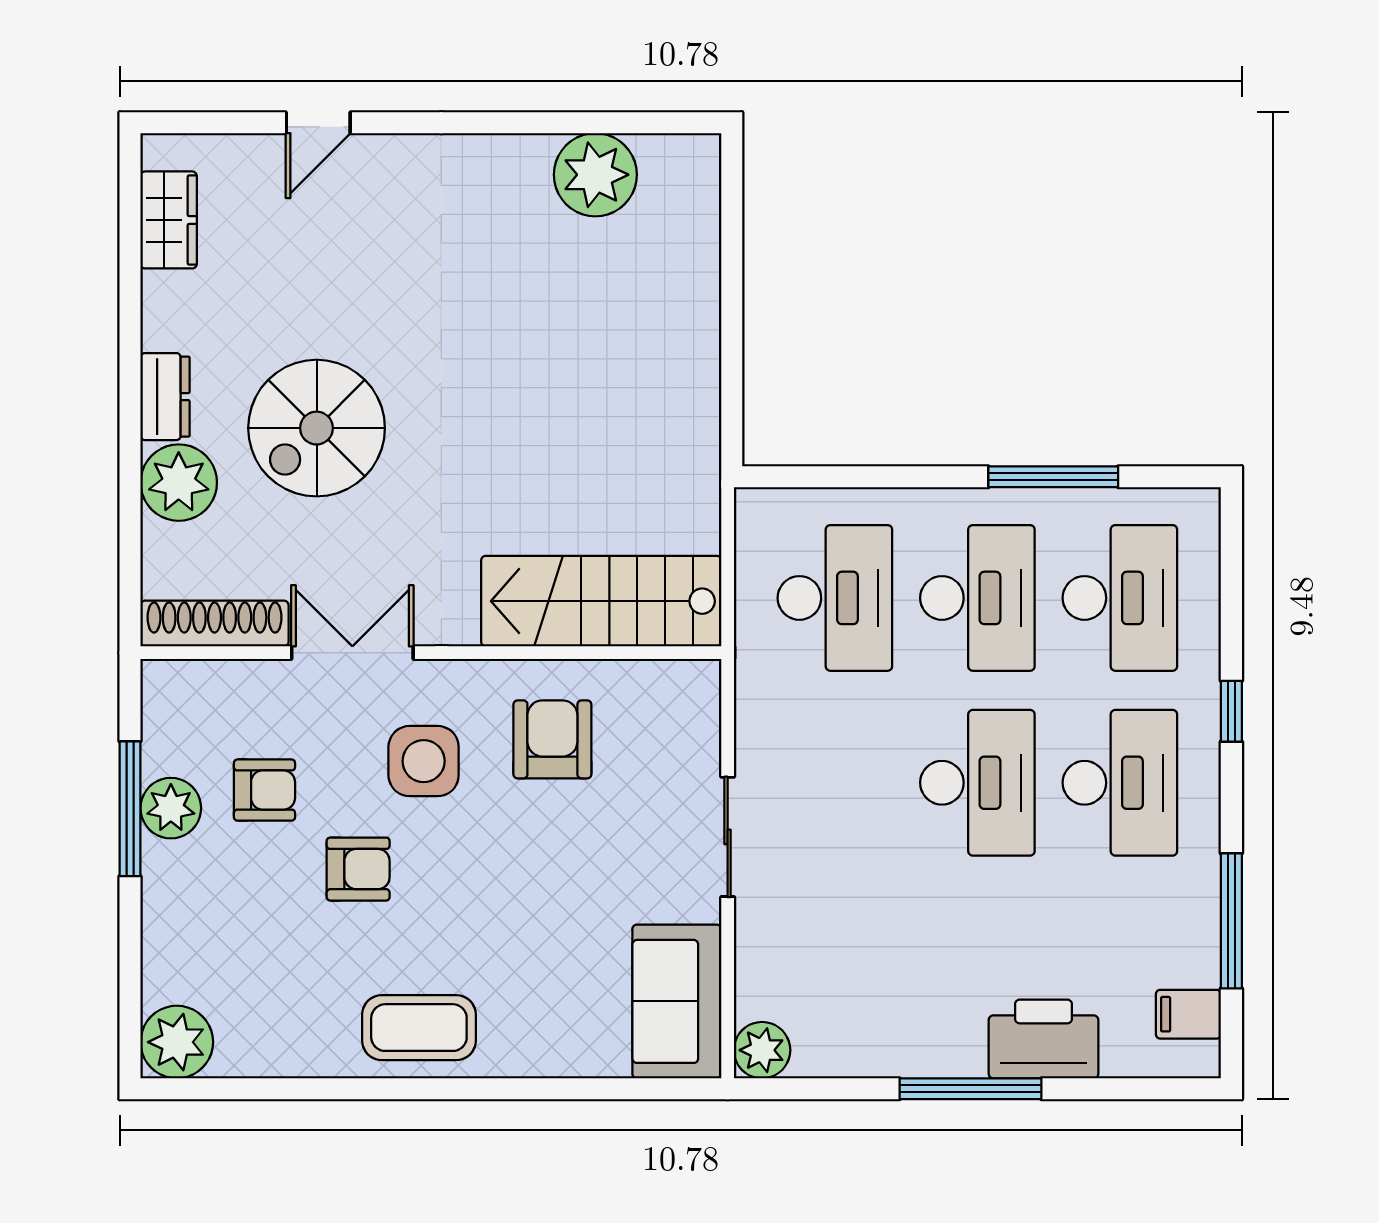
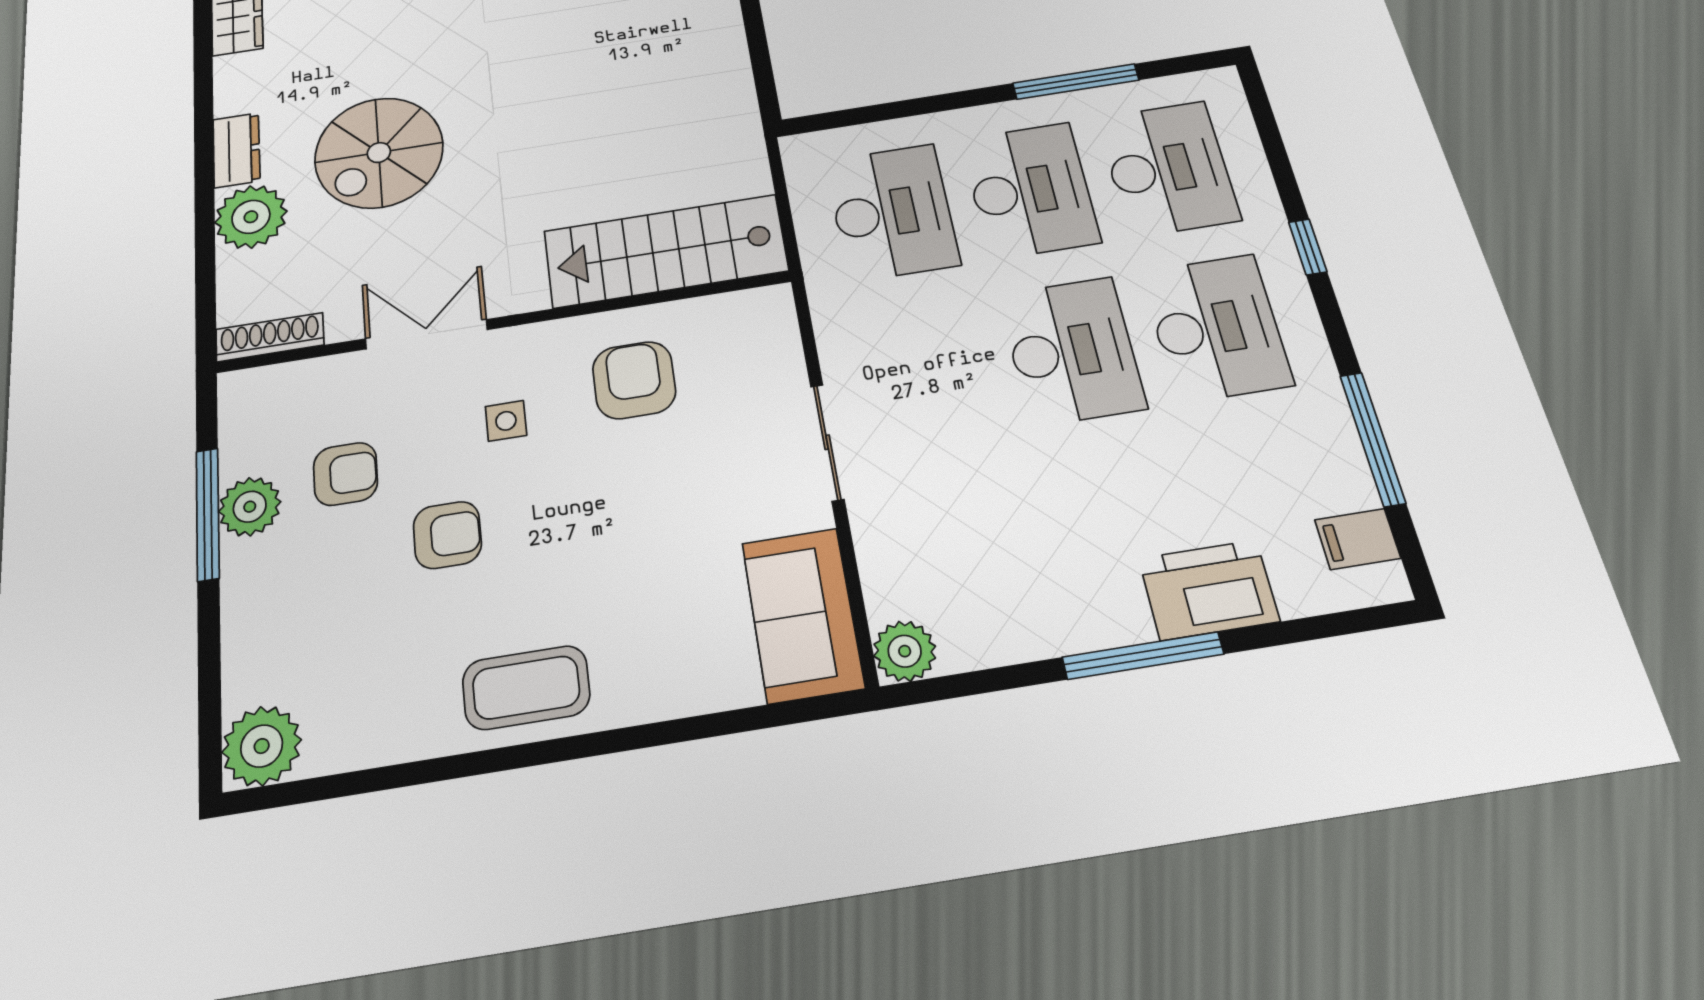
shoe rack: (215, 624) -> (270, 337), width x0.74, depth x0.81
side table: (424, 761) -> (506, 421), width x0.54, depth x0.54

